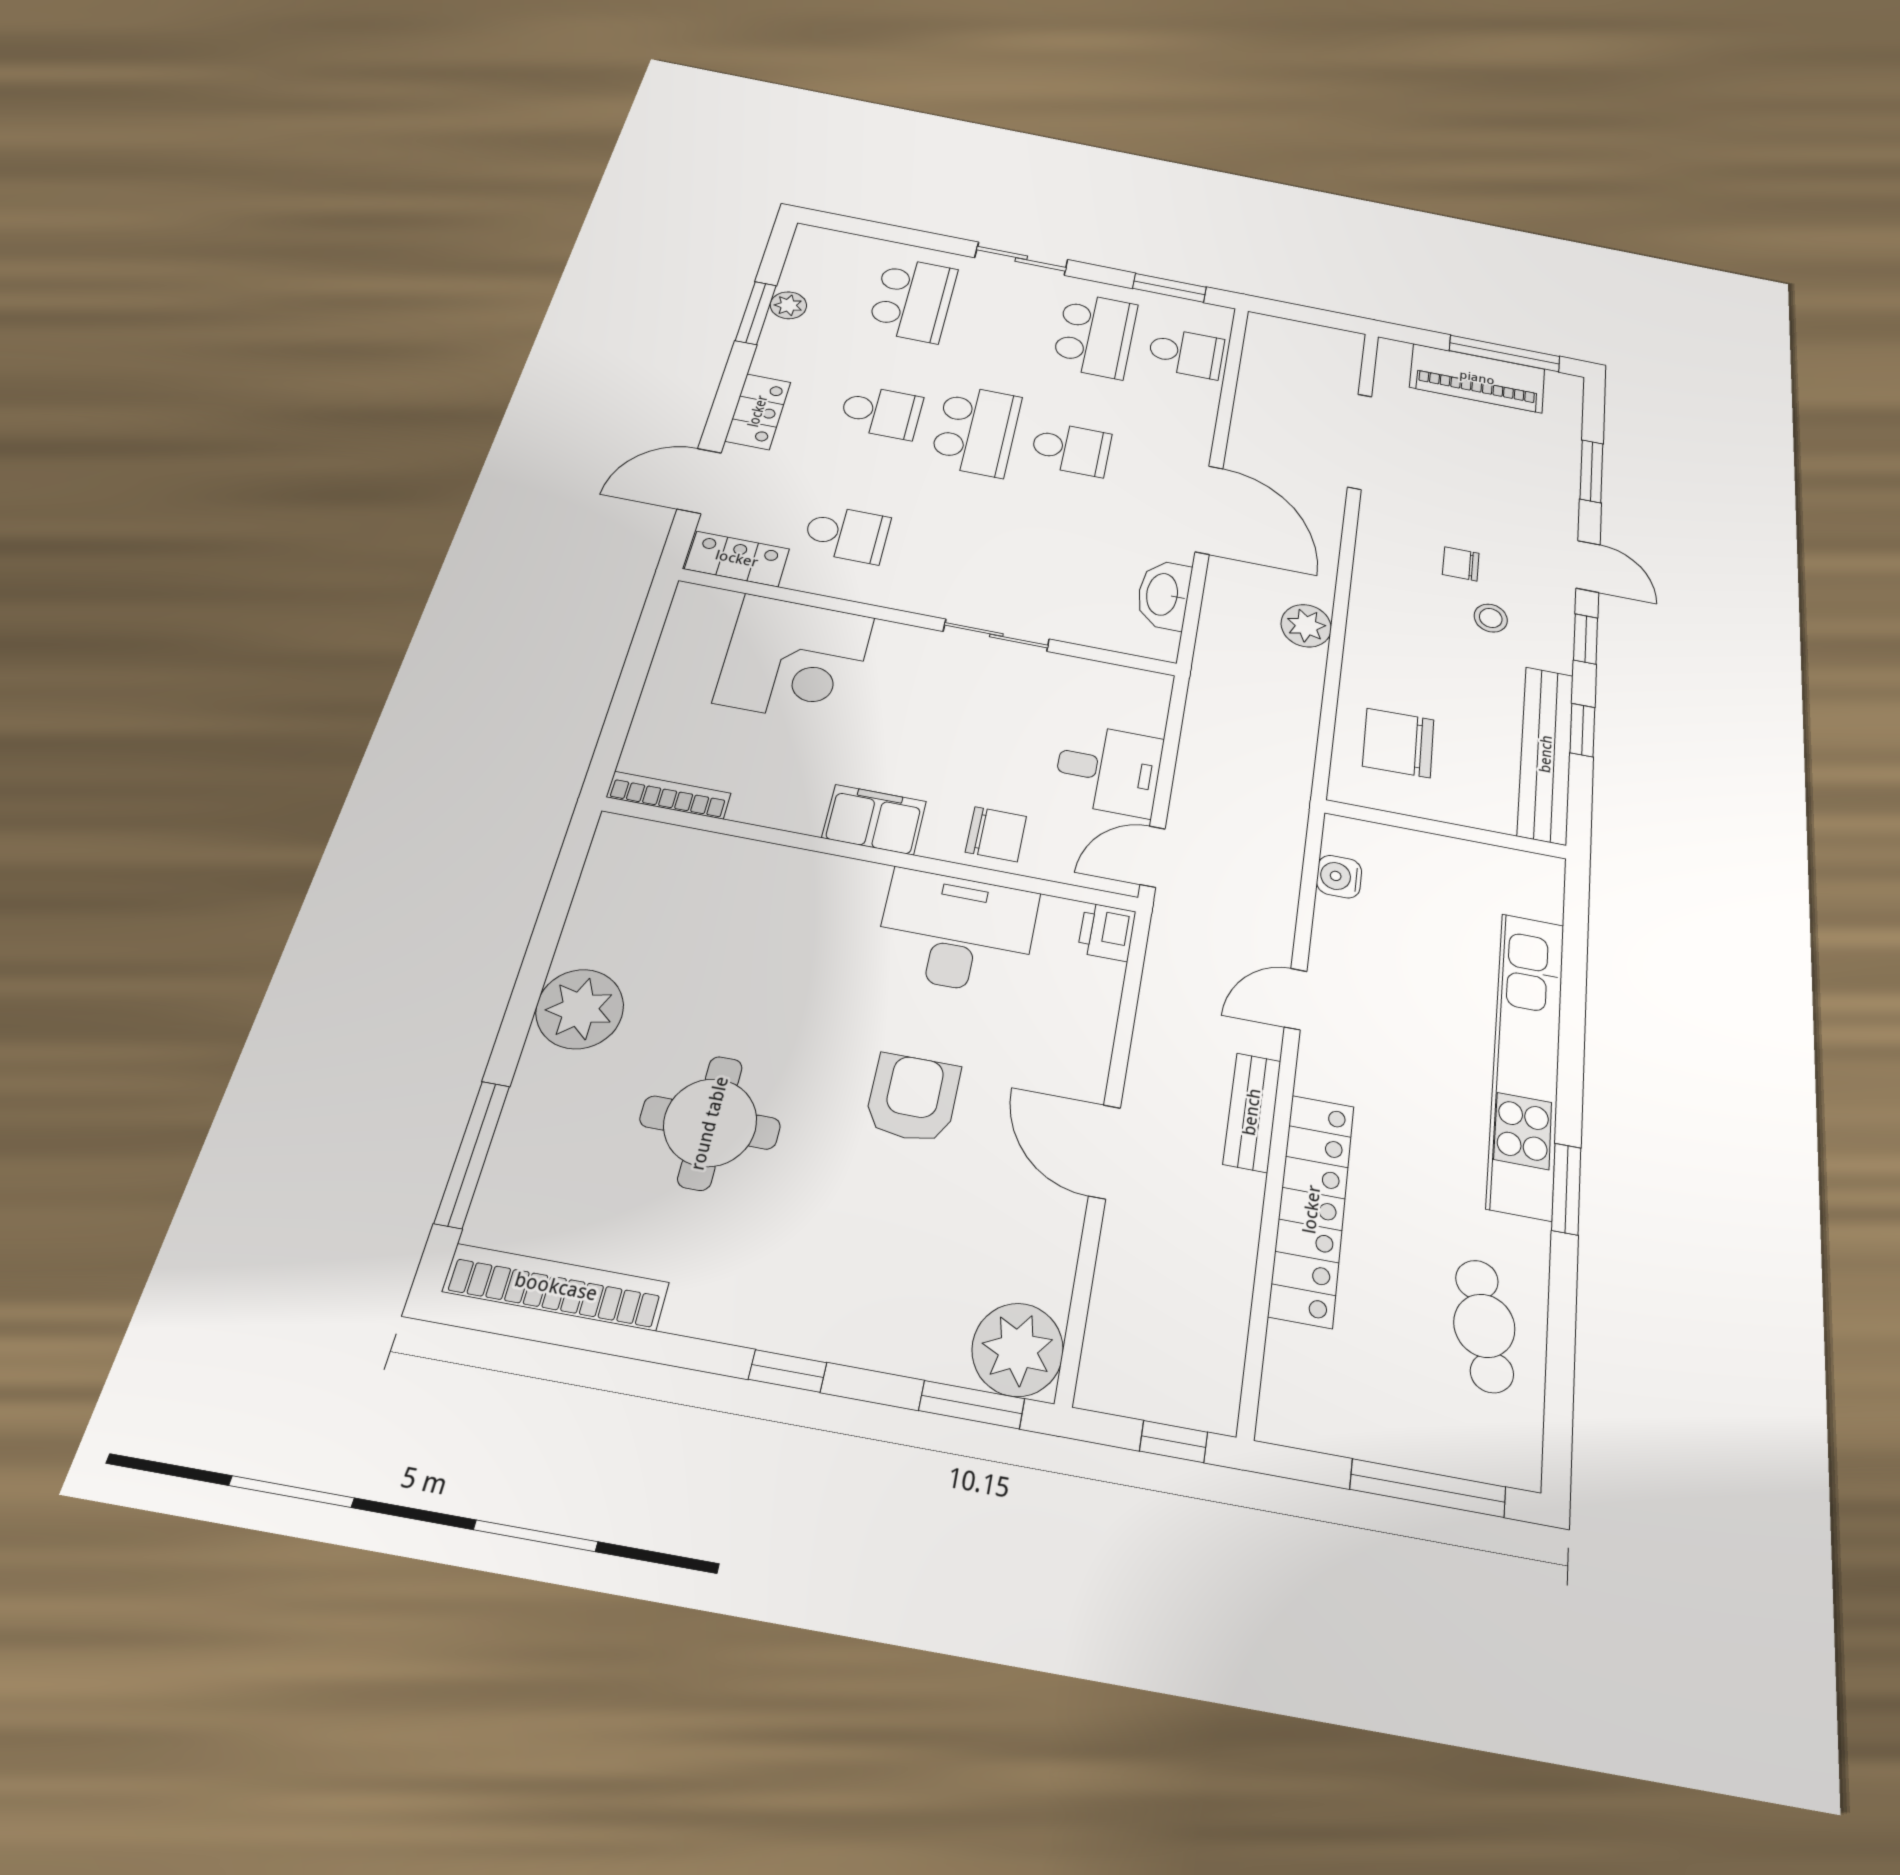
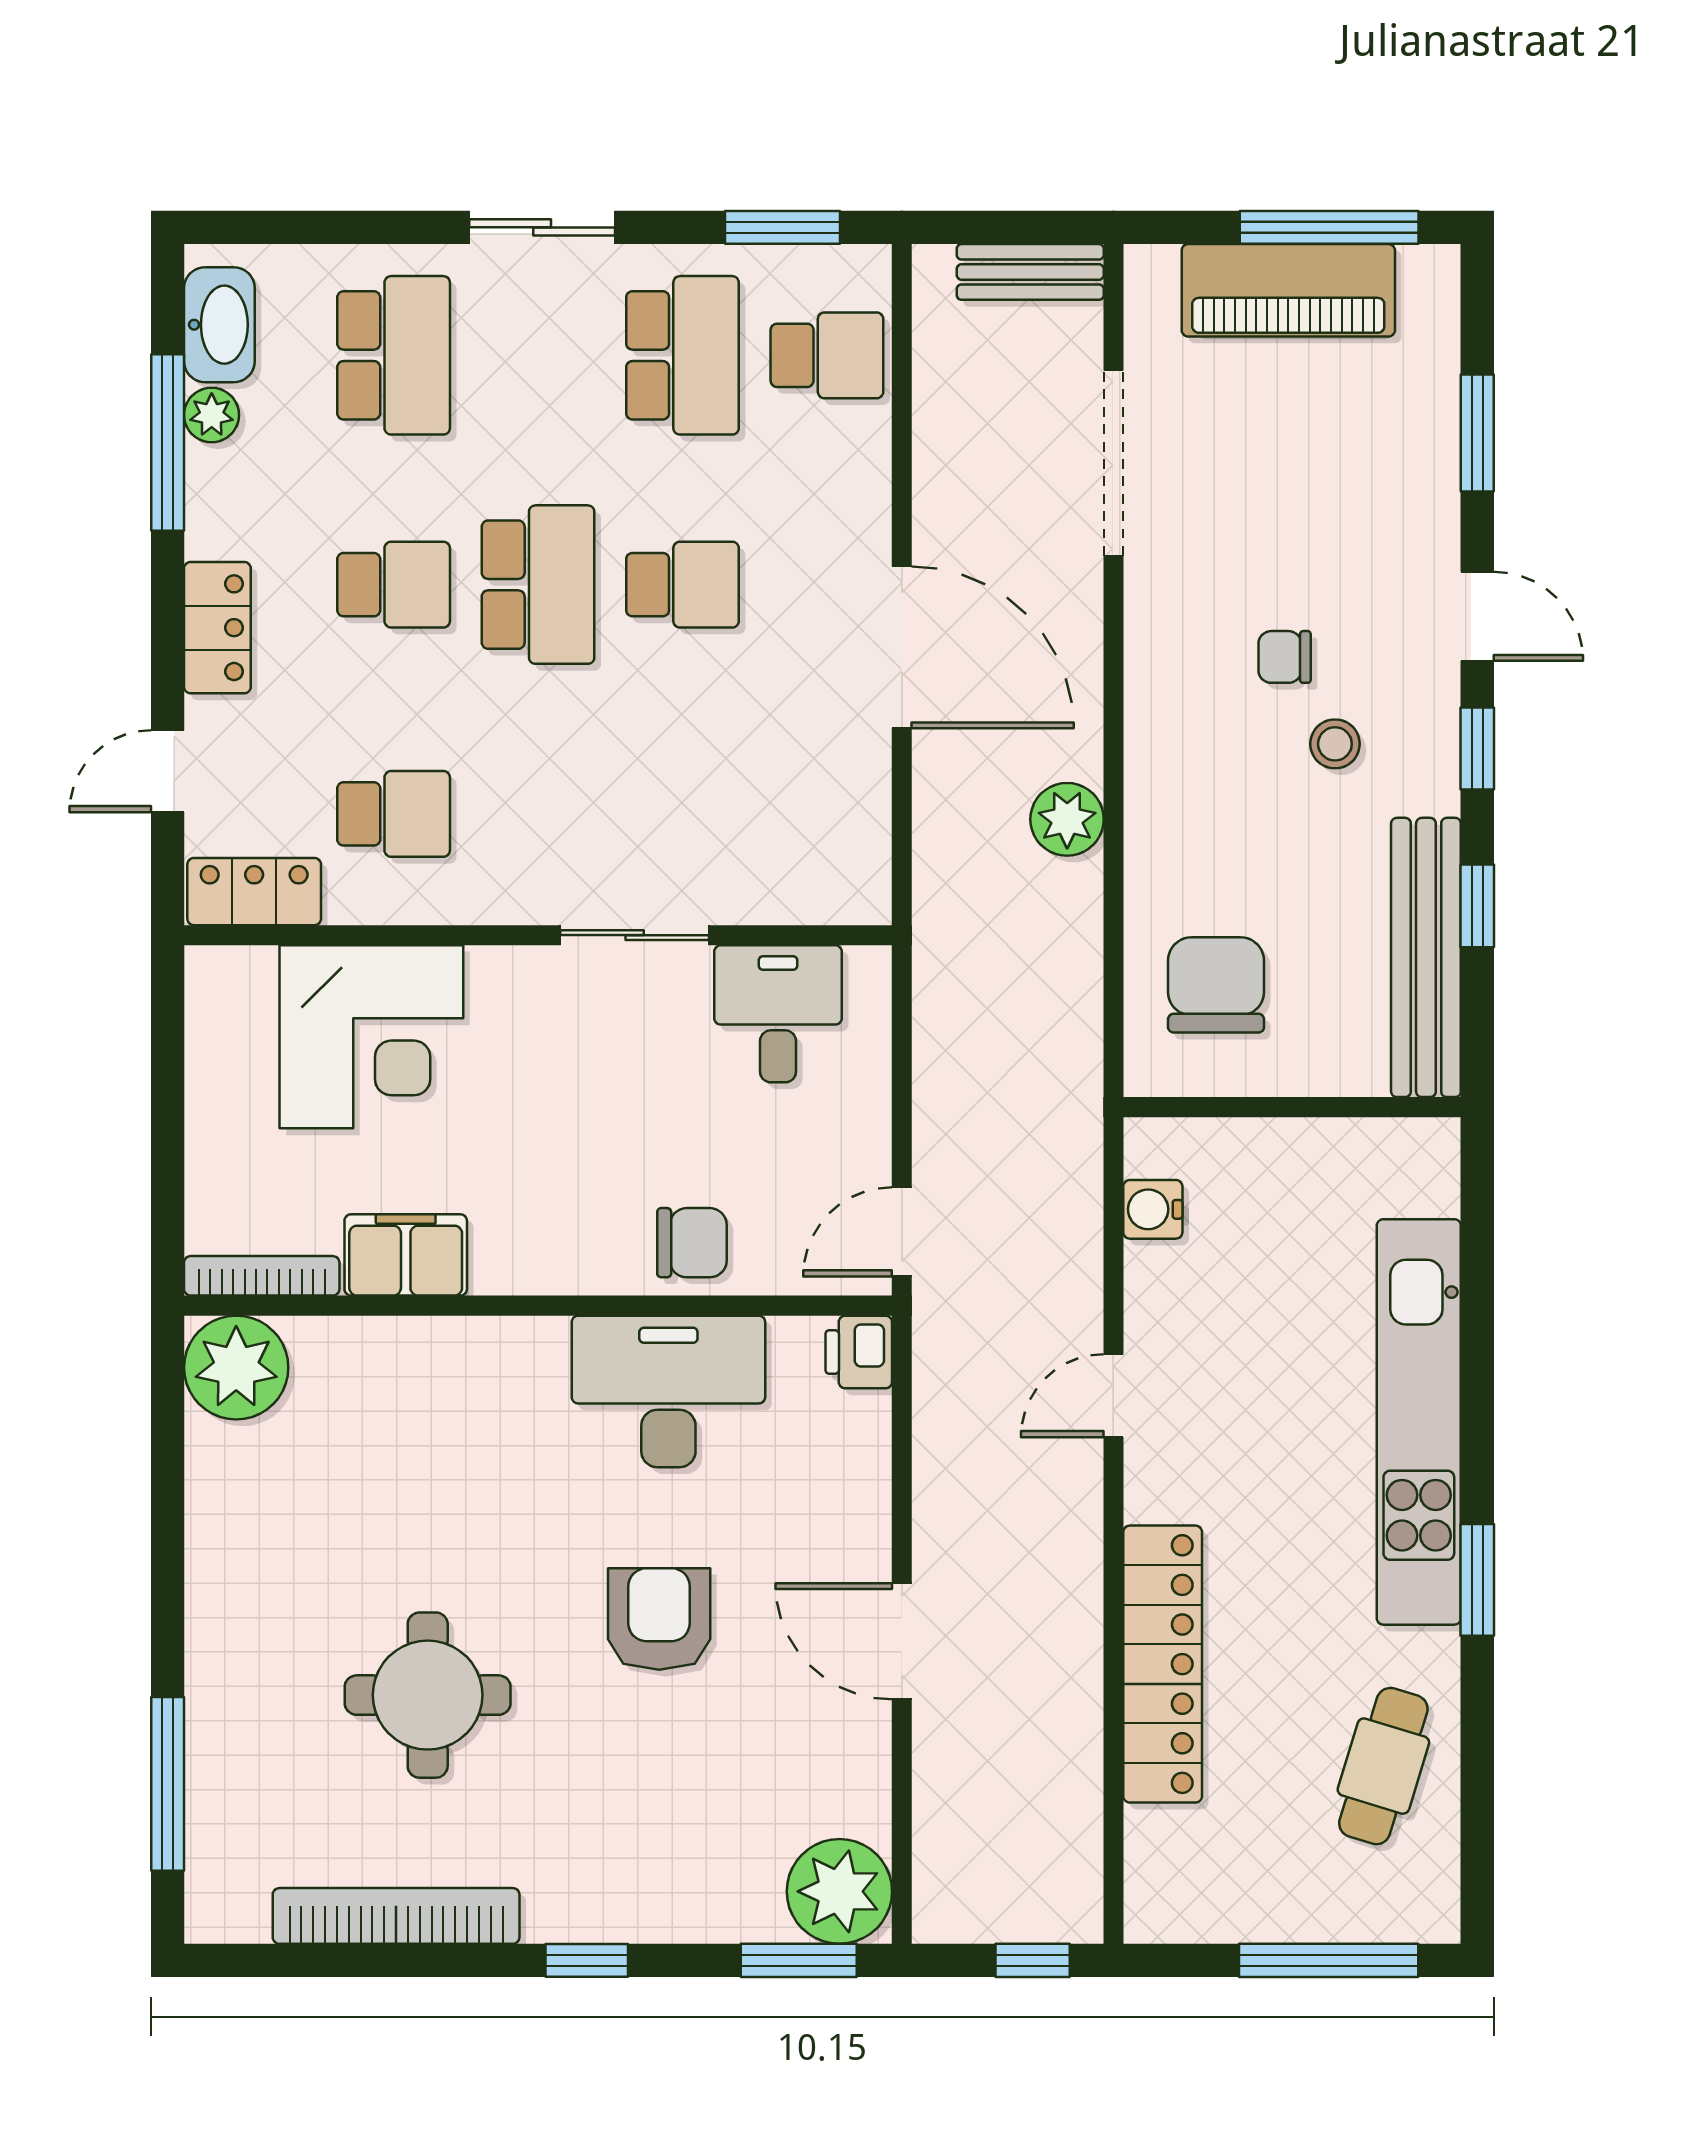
window: (756, 313) -> (168, 443), width x1.44
door: (699, 481) -> (168, 771), width x0.73
washbasin: (1164, 595) -> (219, 325), moved, turned 180
chair: (1398, 743) -> (1216, 985), turned 91
desk: (1108, 770) -> (778, 1014), moved, turned -90
filing cabinet: (874, 820) -> (406, 1255), moved
plant: (580, 1009) -> (236, 1368), moved
bench: (1252, 1112) -> (1030, 272), moved, turned 90
bookcase: (556, 1287) -> (396, 1916), moved
cafe table: (1484, 1326) -> (1383, 1766), turned 30

